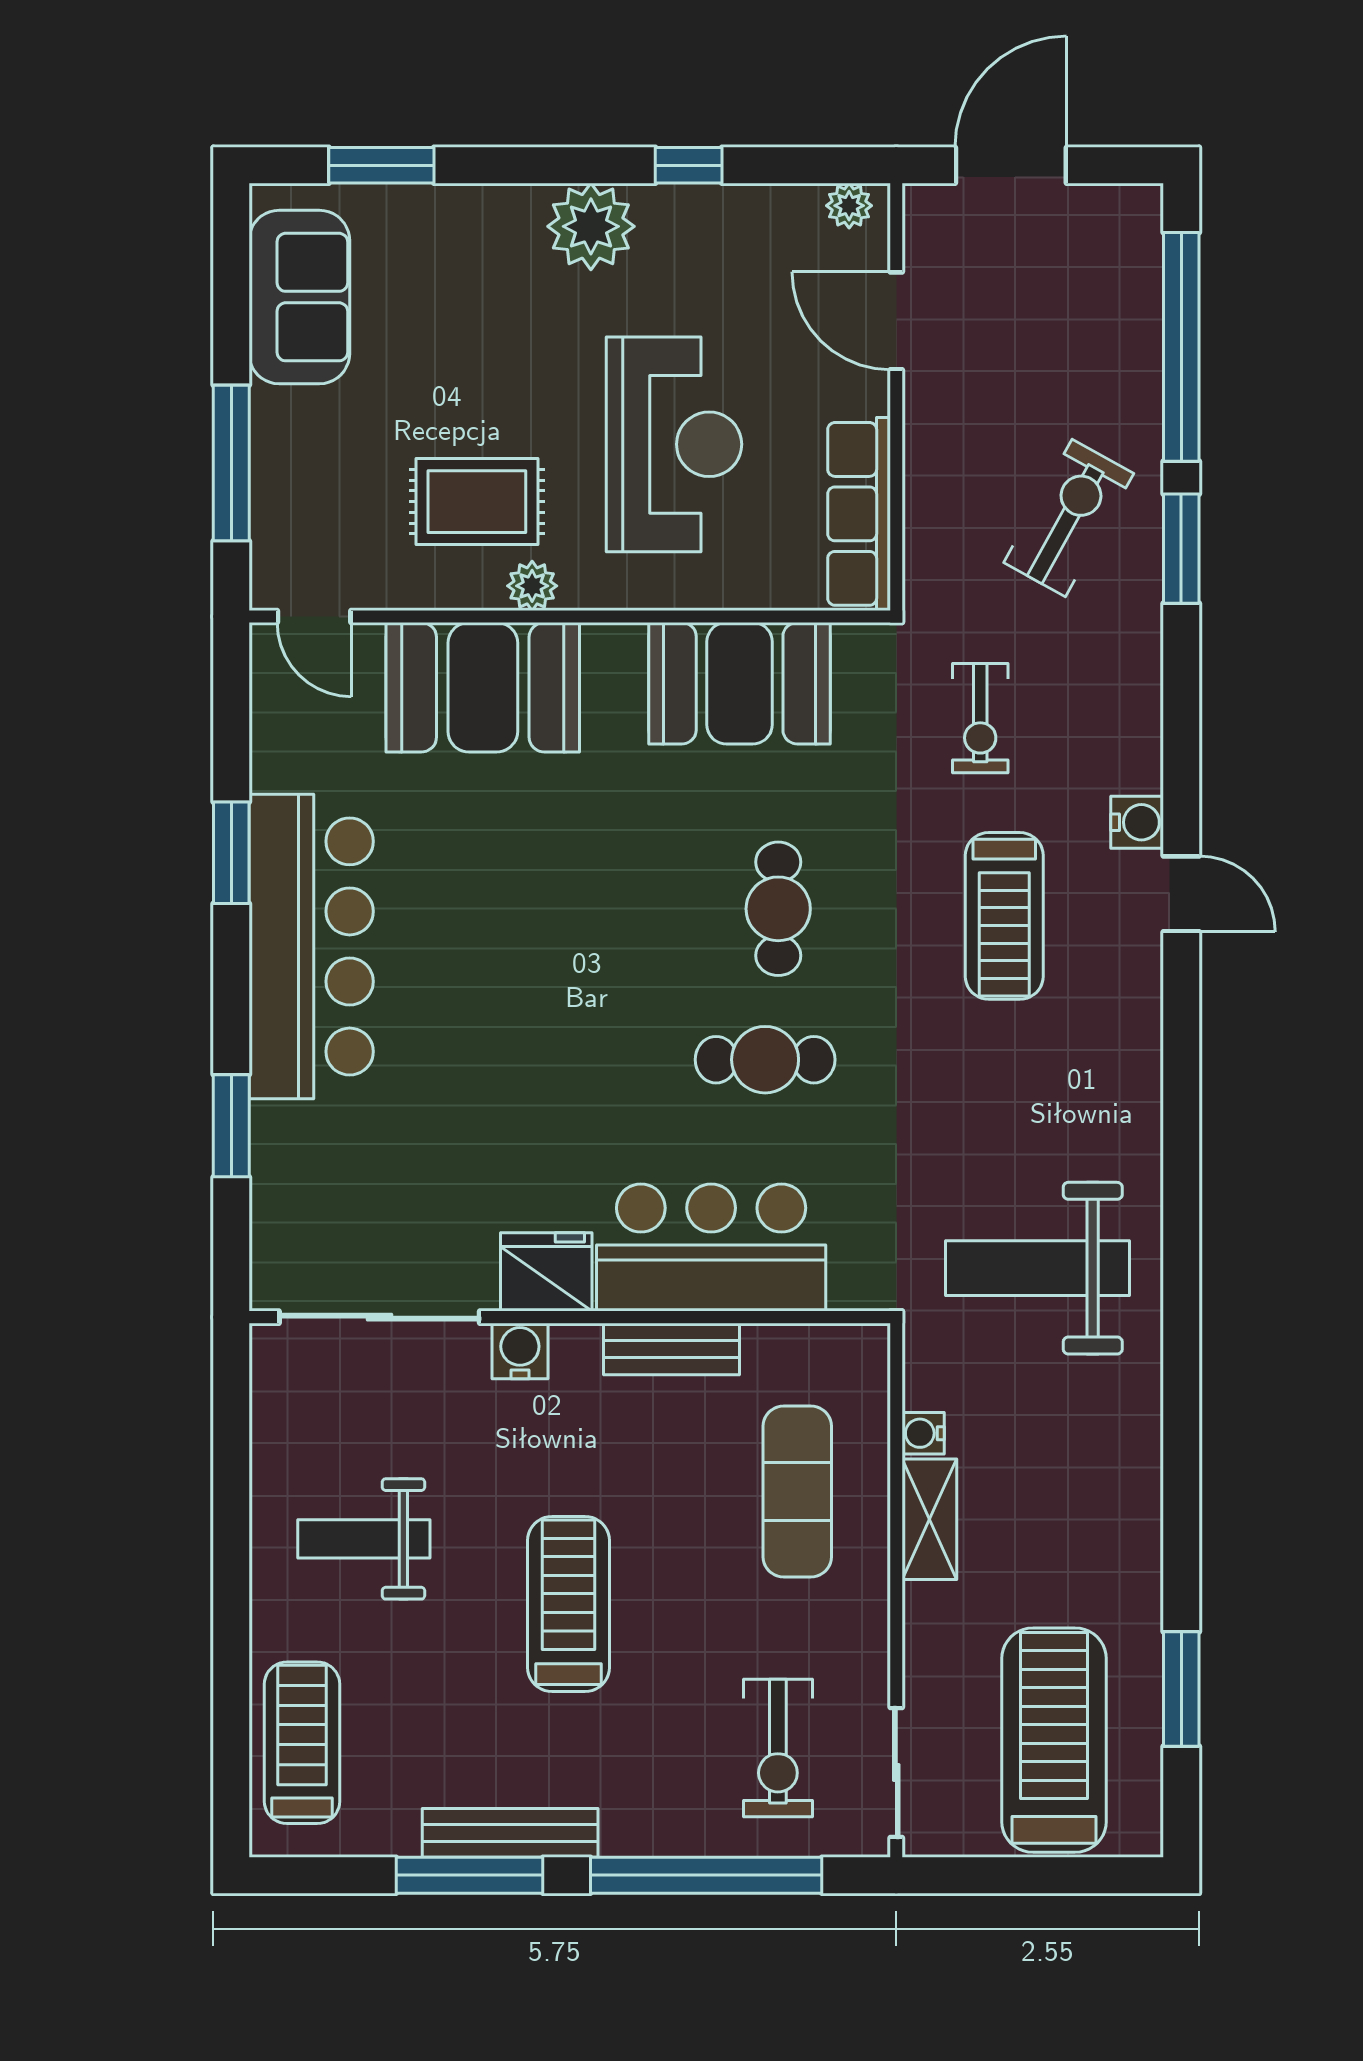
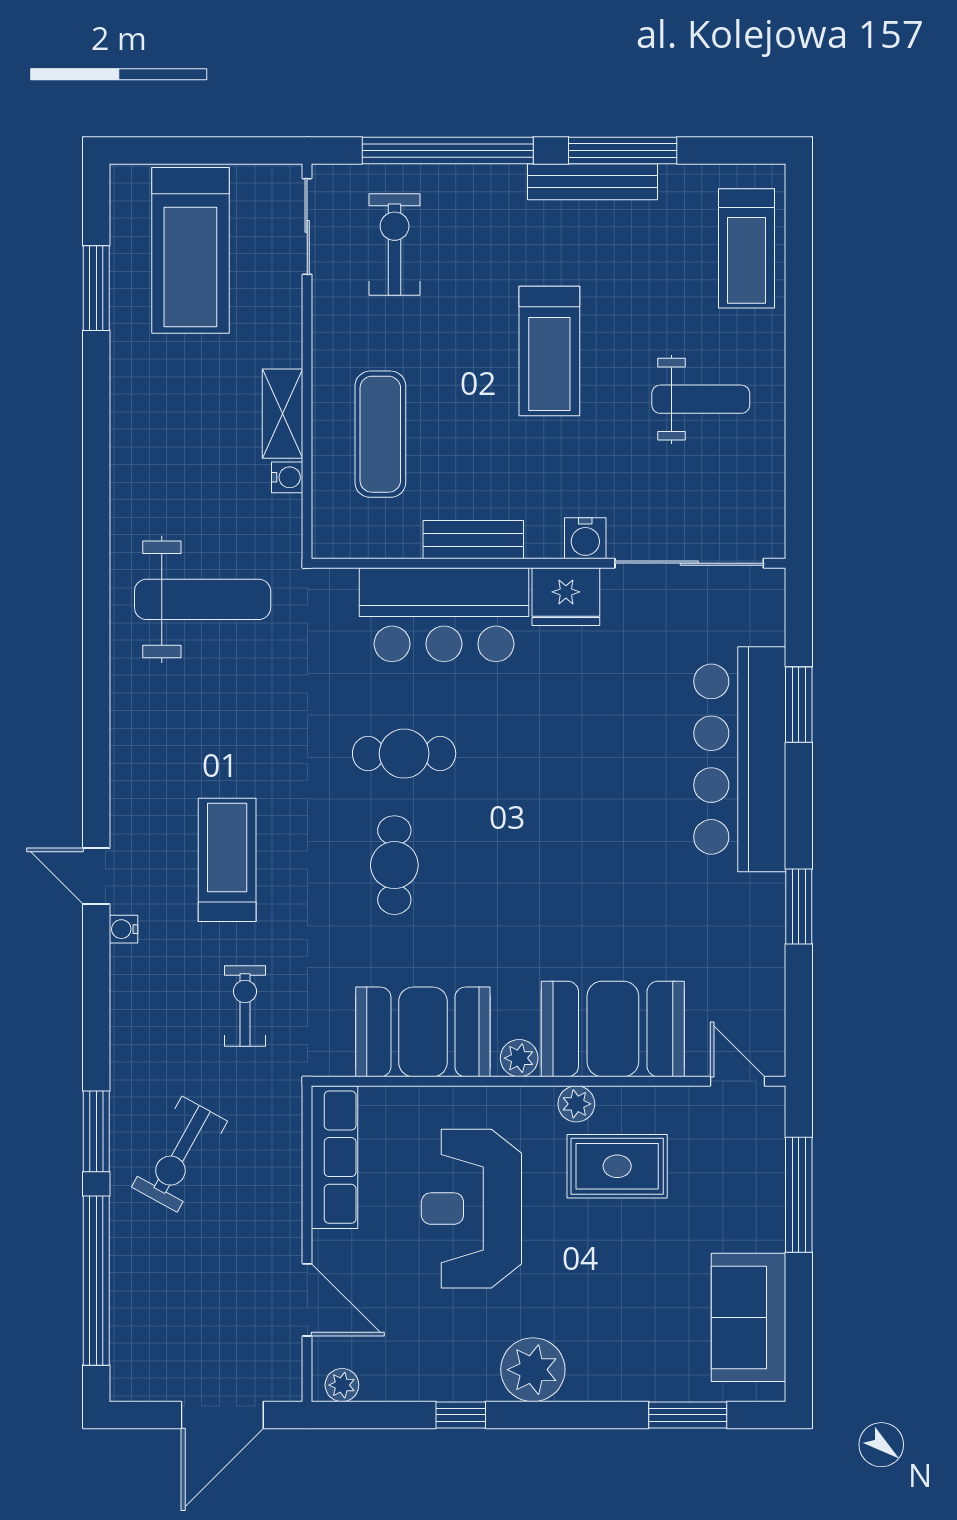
plant: (609, 648) -> (519, 1058), added
water cooler: (1137, 822) -> (124, 929), width x0.72, depth x0.72
bar counter: (311, 946) -> (740, 759), moved

